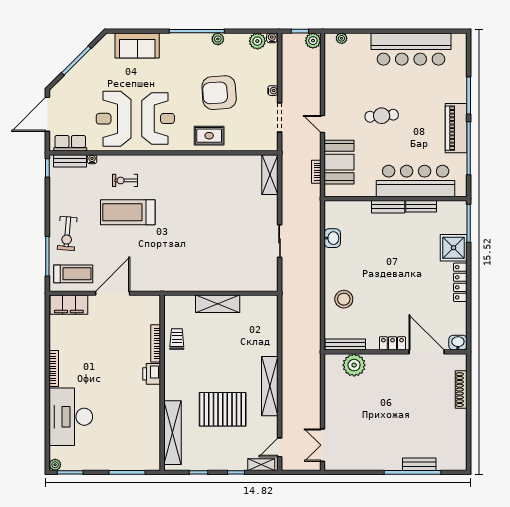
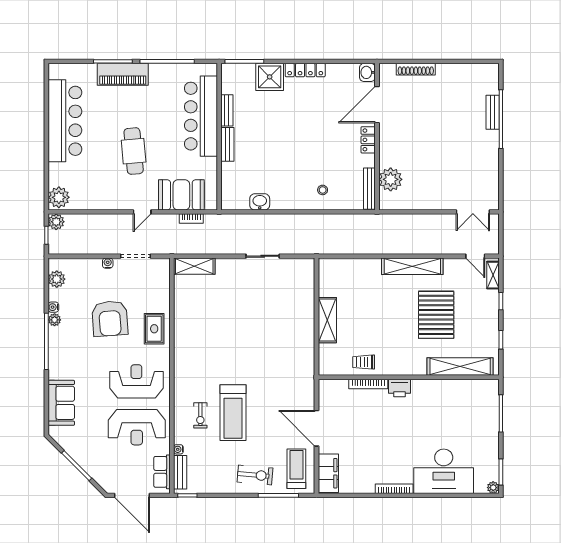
water cooler: (272, 38) -> (53, 307), moved
plant: (342, 38) -> (59, 197), width x1.88, depth x1.88
cafe table: (382, 116) -> (134, 151), width x1.37, depth x1.35
piano: (456, 128) -> (123, 74), moved
stool: (344, 299) -> (323, 190), width x0.53, depth x0.53

